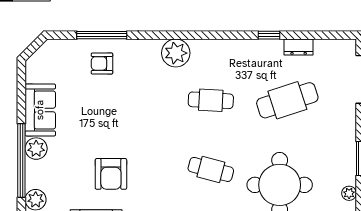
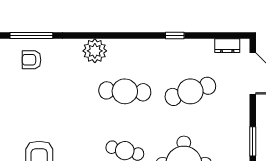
dresser: (299, 47) -> (227, 46), moved
cafe table: (211, 100) -> (125, 91), width x1.37, depth x1.35

